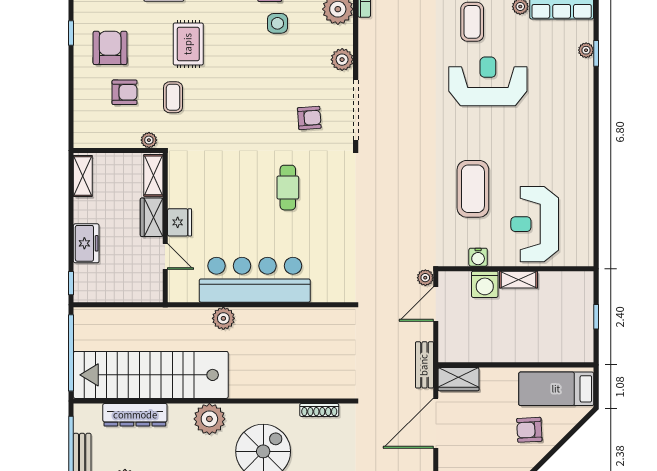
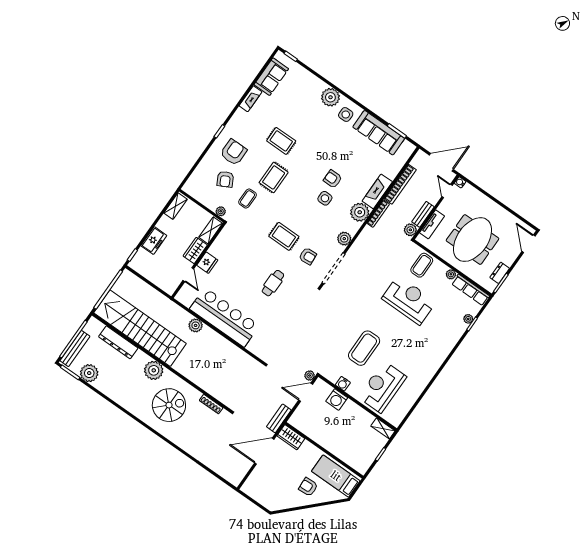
armchair: (125, 92) -> (225, 179), turned 62
rug: (258, 114) -> (284, 236), added
shelving: (518, 280) -> (383, 428), moved

